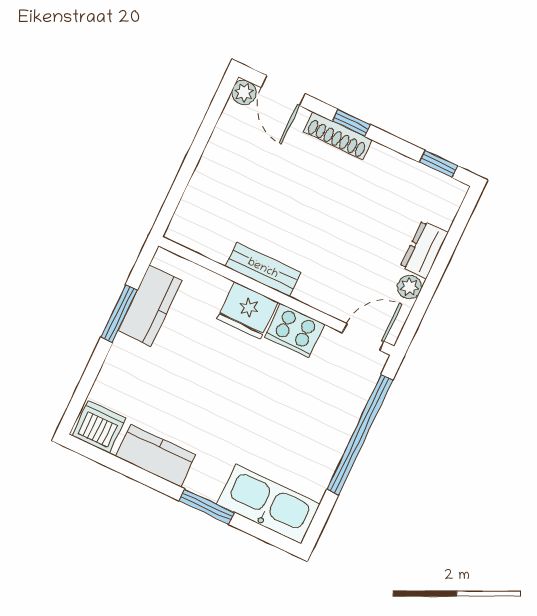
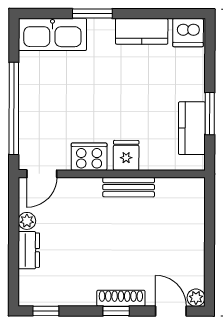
fridge: (248, 311) -> (126, 155), width x0.72

